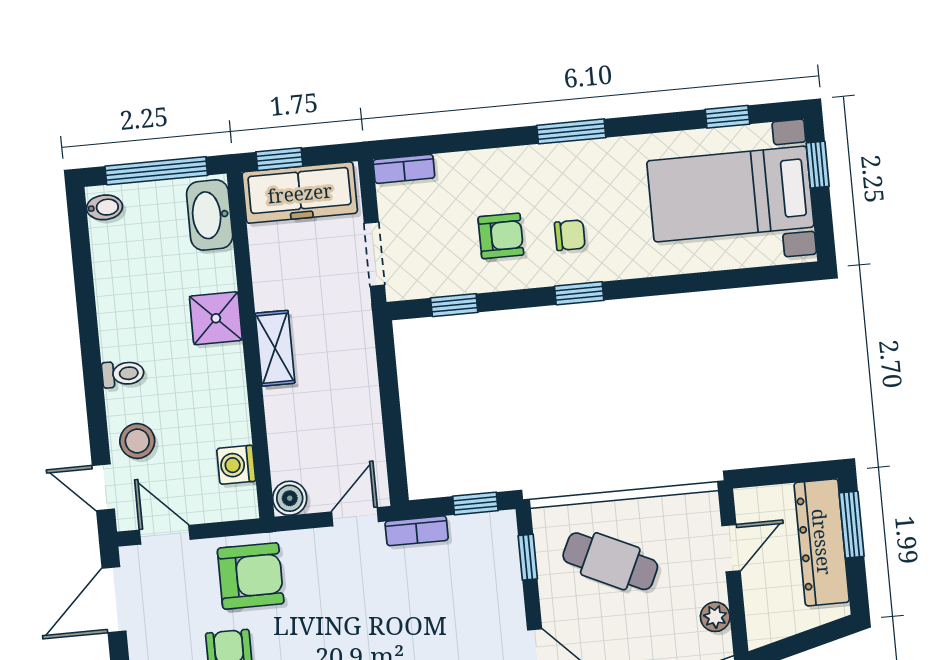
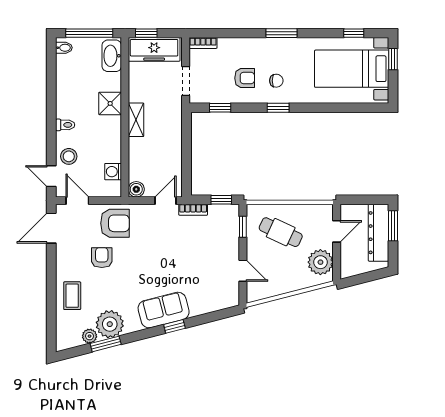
plant: (715, 617) -> (320, 262), width x1.88, depth x1.88

